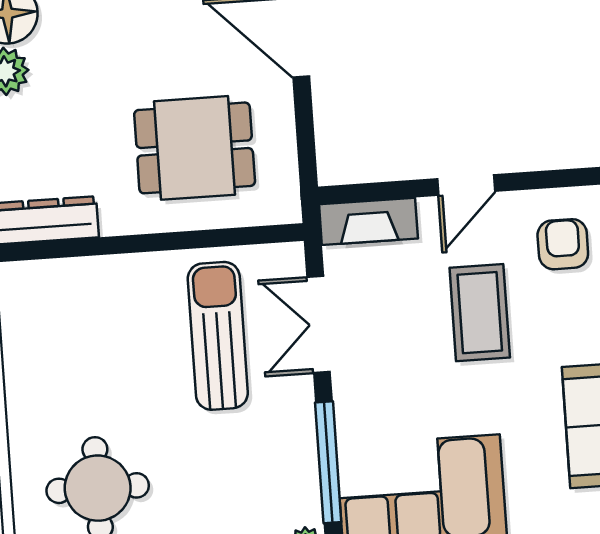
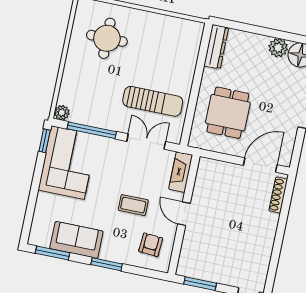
armchair: (563, 244) -> (151, 245), turned -86
coffee table: (480, 313) -> (133, 205), width x0.73, depth x0.77

